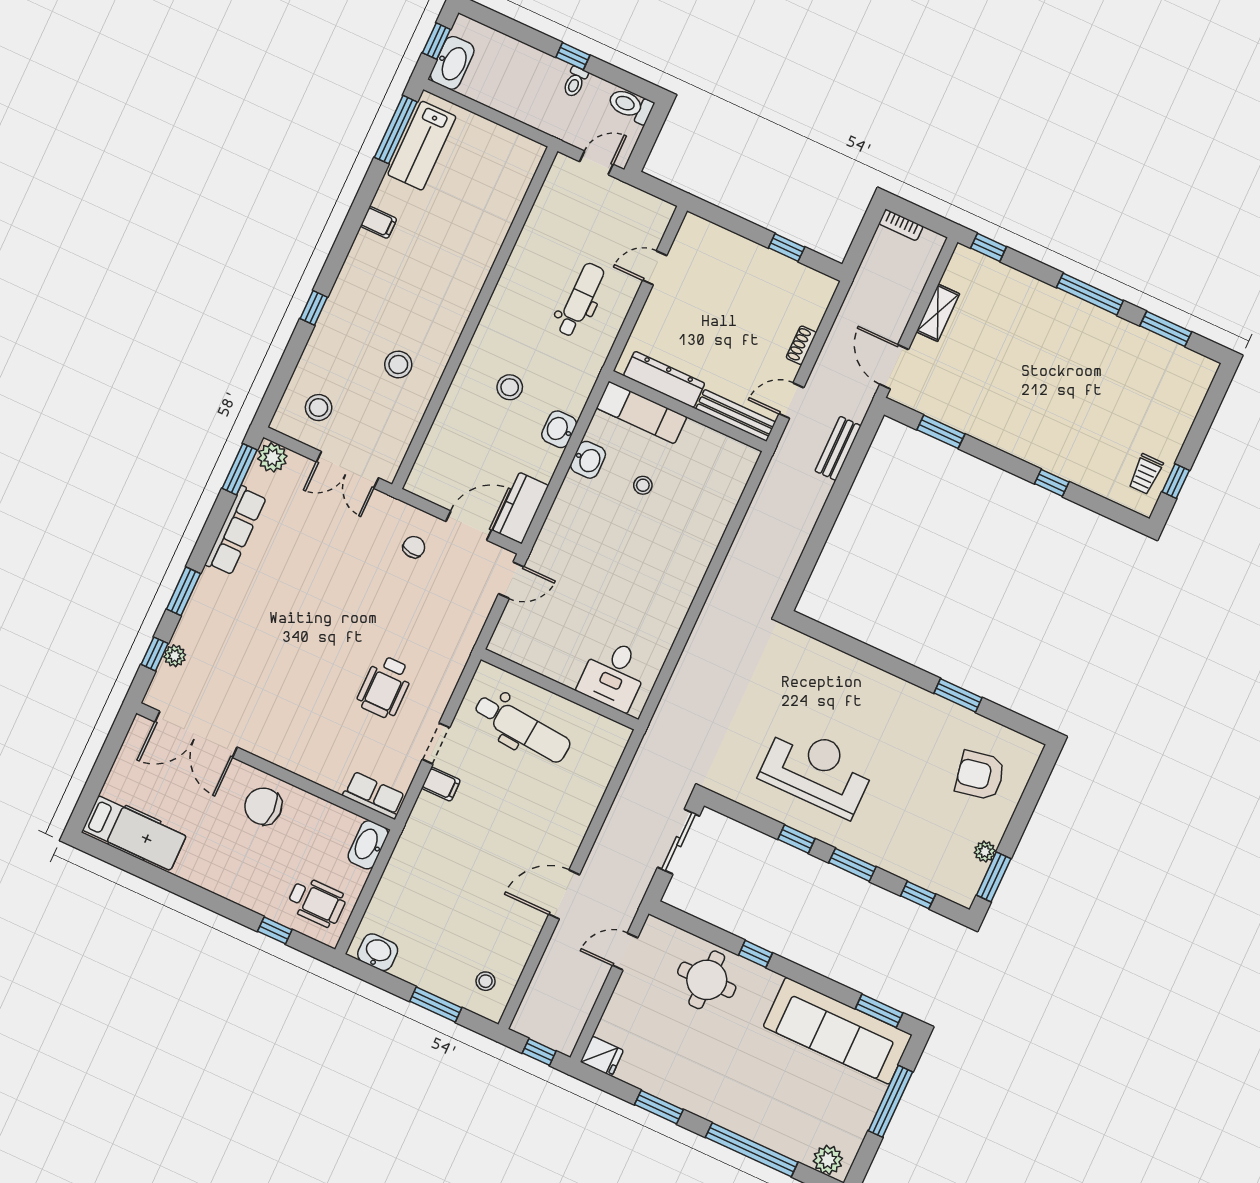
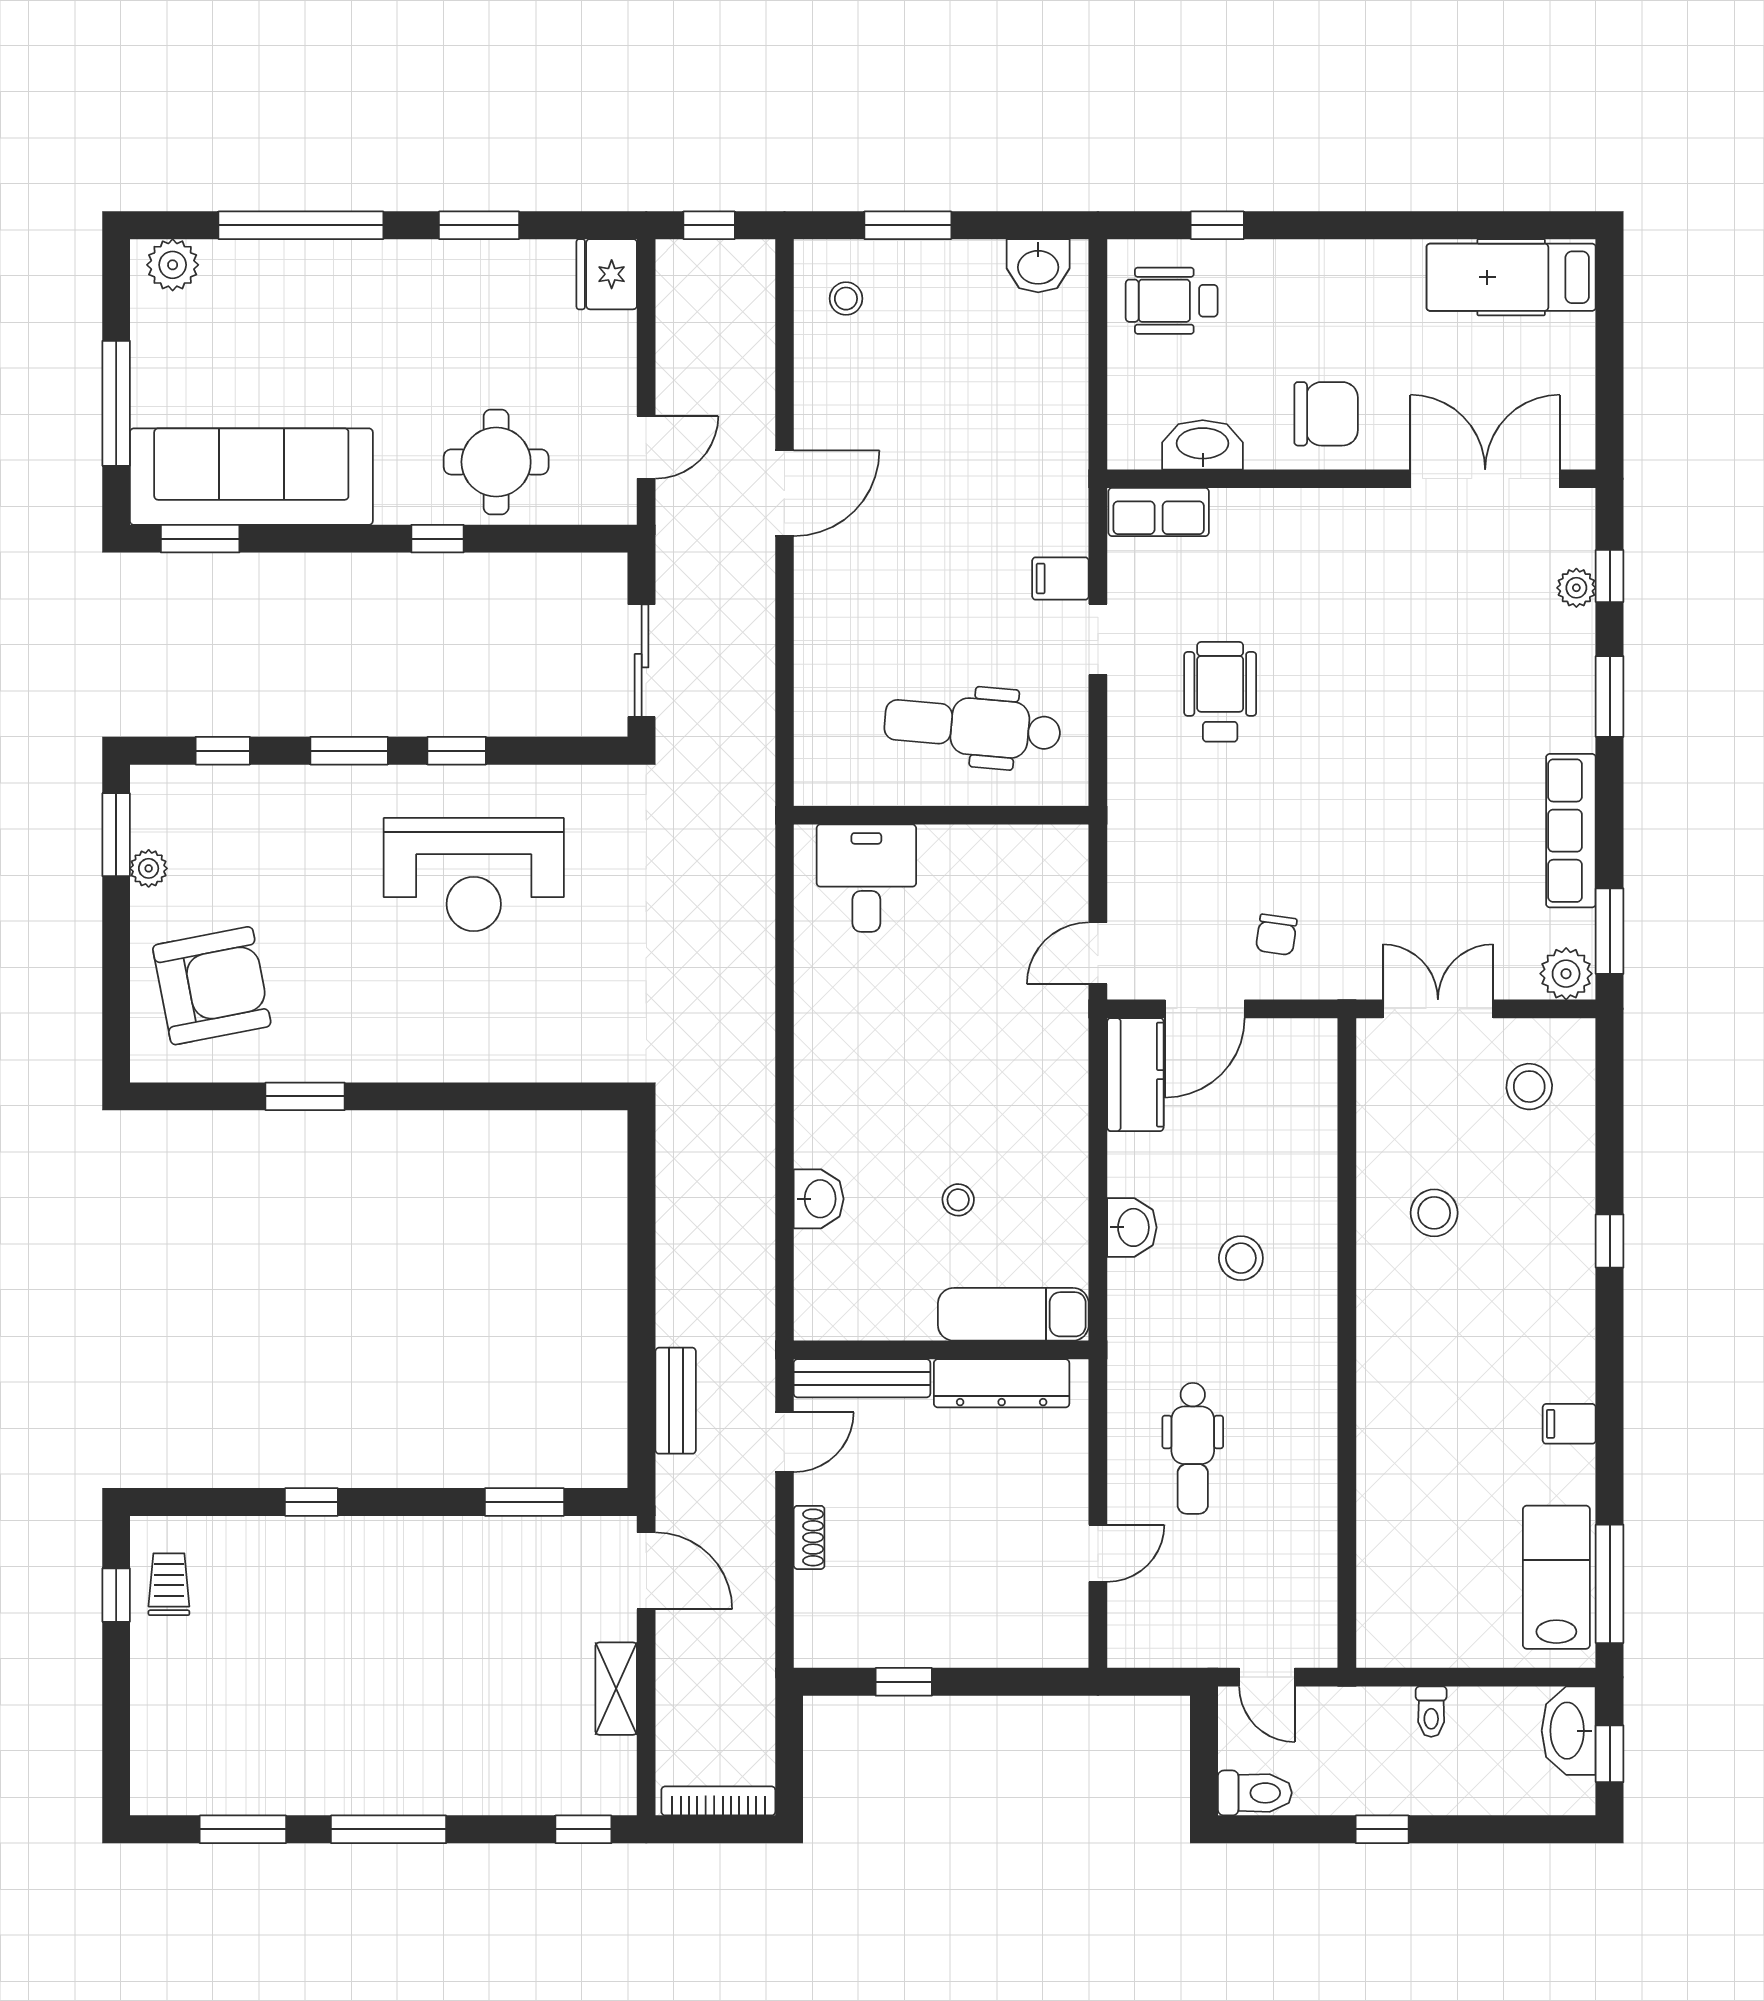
toilet: (575, 82) -> (1431, 1712), moved, turned 180
door: (596, 163) -> (1267, 1677), hinge flipped
bookcase: (901, 225) -> (718, 1801), width x1.56
washbasin: (588, 460) -> (819, 1199), moved, turned 180
armchair: (980, 775) -> (212, 986), width x1.36, depth x1.36
washbasin: (368, 845) -> (1203, 445), moved, turned -90
fridge: (602, 1056) -> (607, 274), width x1.38

